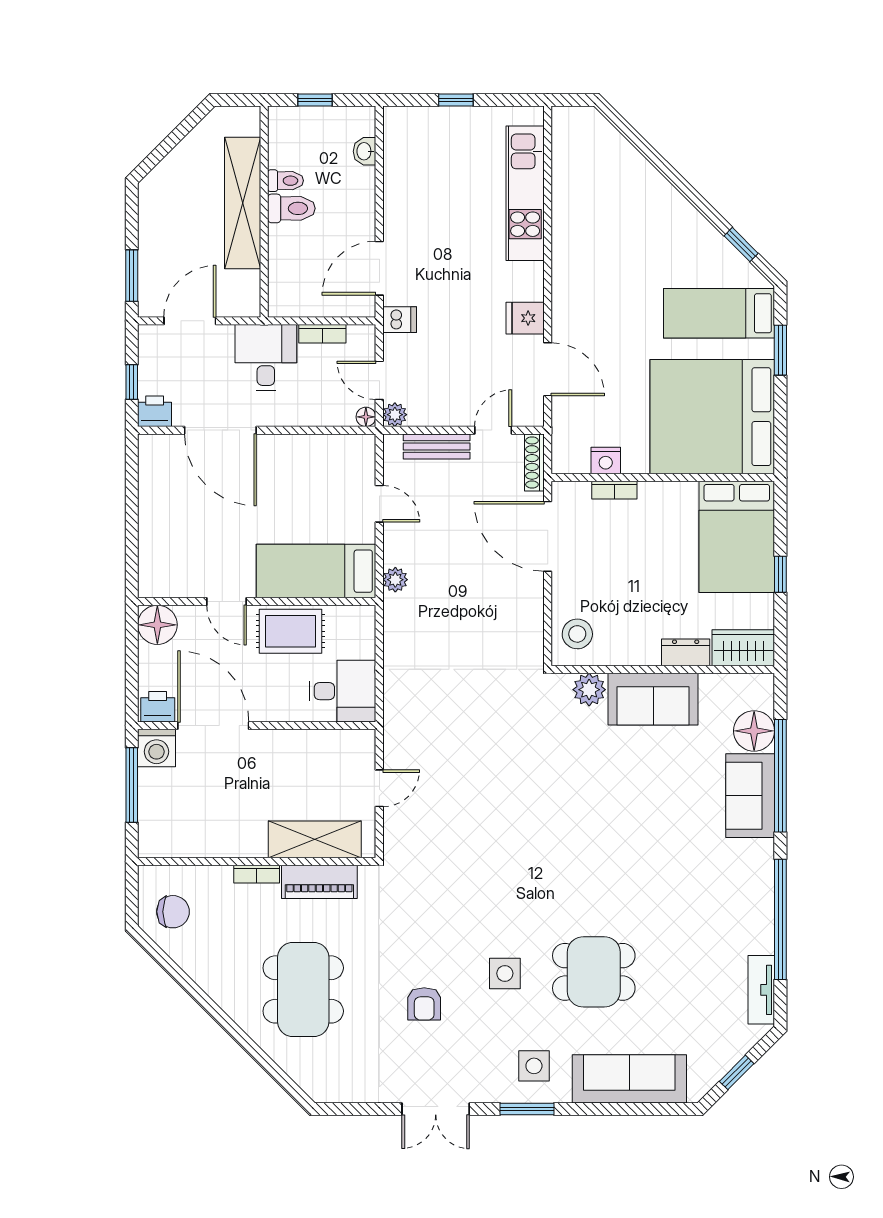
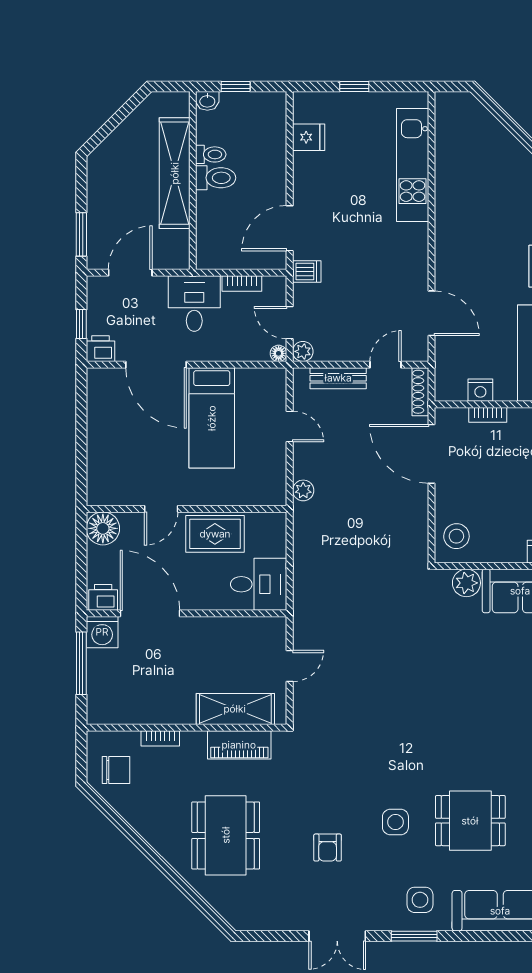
washbasin: (365, 151) -> (207, 101), moved, turned -90
fridge: (525, 318) -> (309, 137), moved, turned 180
bed: (316, 571) -> (212, 418), moved, turned -90
door: (226, 602) -> (161, 509), hinge flipped
bookcase: (257, 874) -> (160, 738), moved

